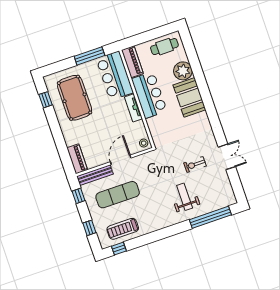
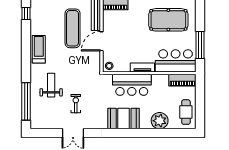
bar counter: (149, 95) -> (132, 85), moved
booth: (189, 97) -> (124, 118), moved
door: (121, 160) -> (102, 41), swing flipped
weight bench: (185, 197) -> (51, 85), turned -90
treadmill: (123, 229) -> (39, 49), moved

